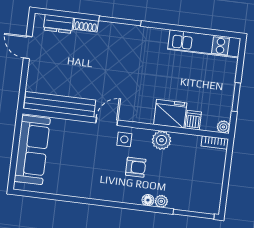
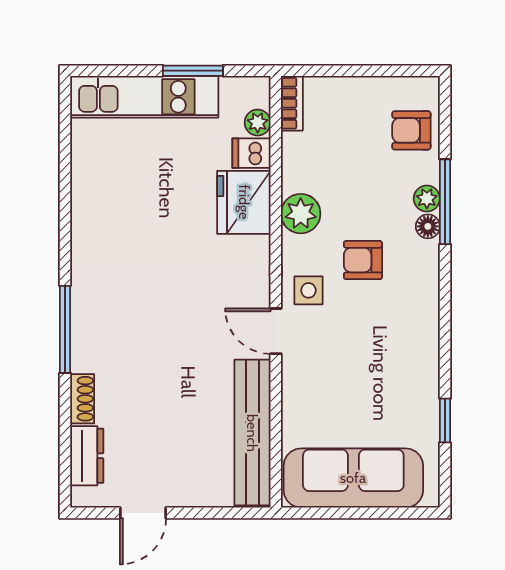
kitchen unit: (204, 44) -> (144, 97), moved, turned 90
plant: (223, 127) -> (258, 123), moved
armchair: (136, 167) -> (363, 260), turned -90
window: (54, 197) -> (445, 421), added
armchair: (195, 198) -> (411, 130), added
window: (194, 214) -> (445, 202), moved

